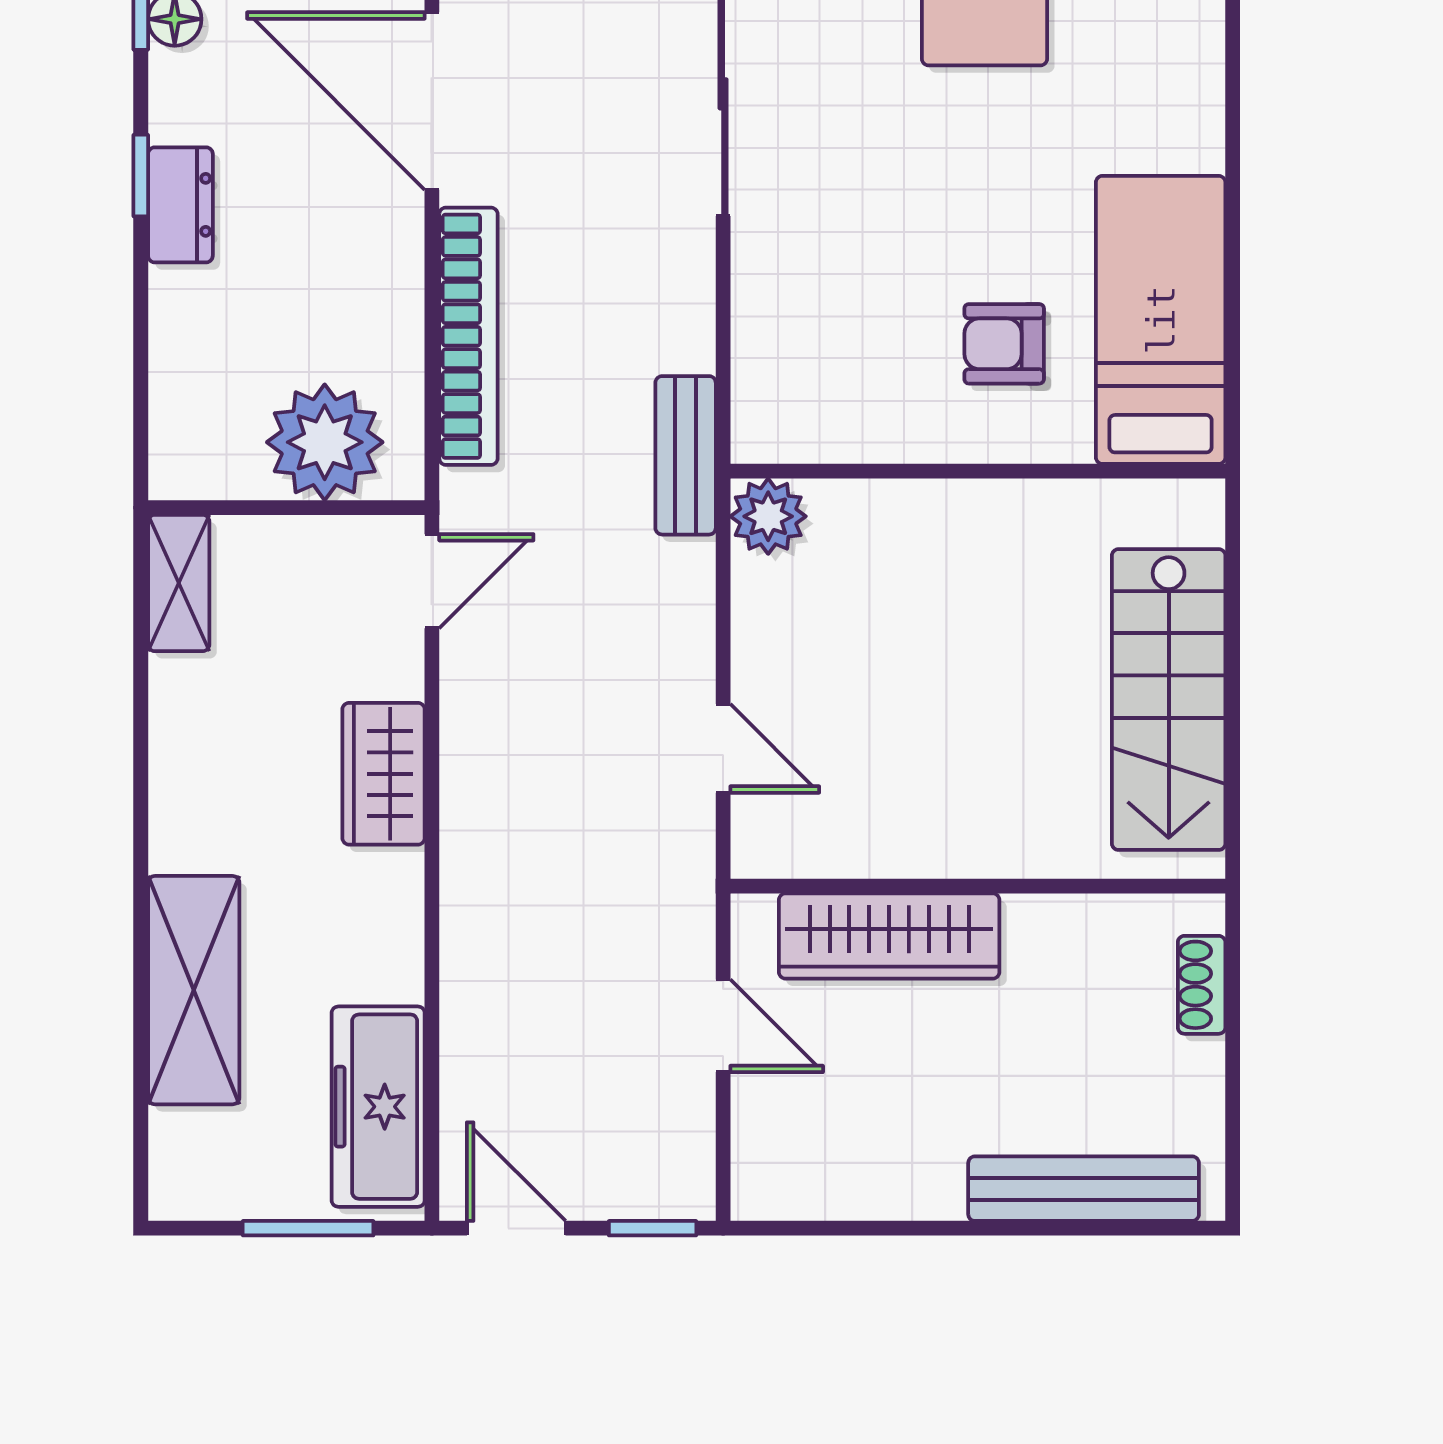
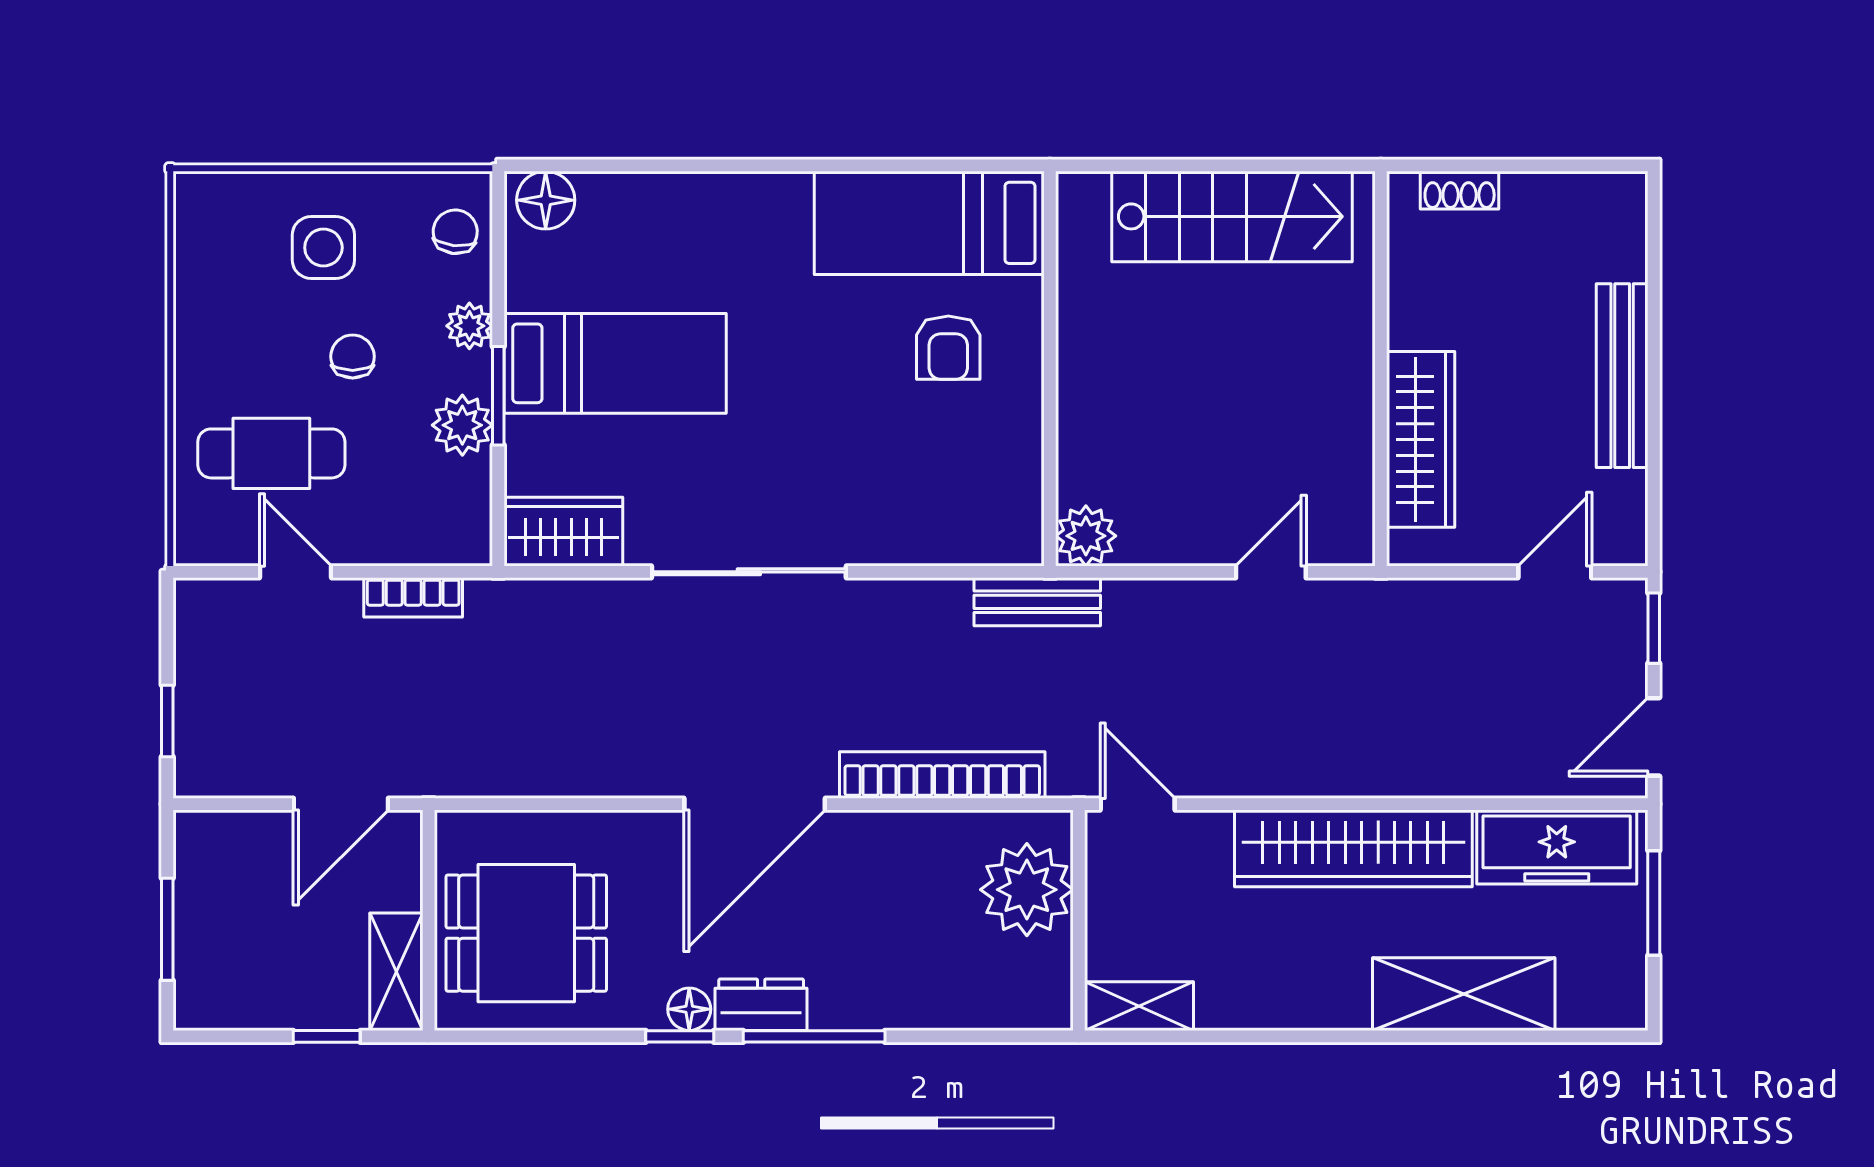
window: (141, 176) -> (814, 1036), width x2.17
dresser: (180, 205) -> (761, 1005), moved
wardrobe: (384, 774) -> (1353, 848), width x2.10, depth x1.17
door: (723, 1026) -> (1555, 572), moved
bench: (1084, 1189) -> (1622, 376), moved

